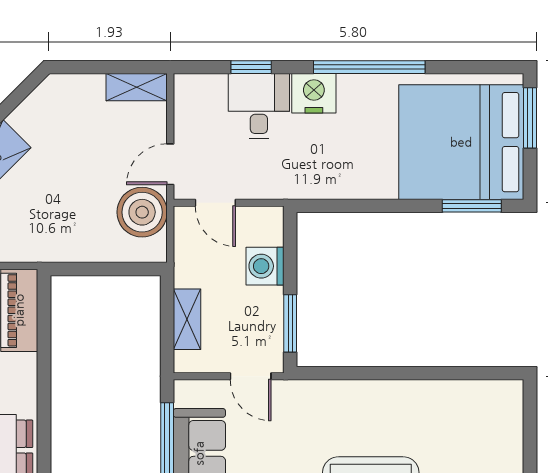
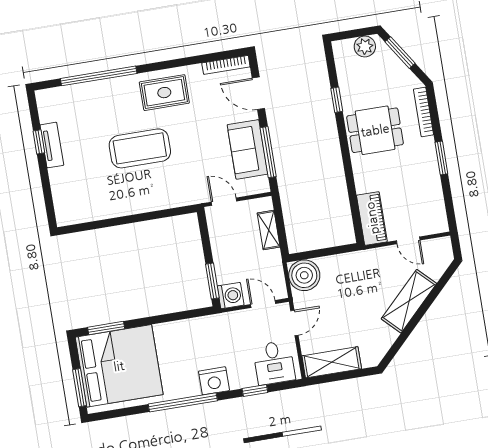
shelving: (137, 87) -> (332, 362), width x1.50, depth x1.33
desk: (259, 106) -> (274, 363), moved
boiler: (142, 212) -> (304, 275), moved
washing machine: (265, 266) -> (231, 296), moved
window: (290, 323) -> (212, 281), moved

